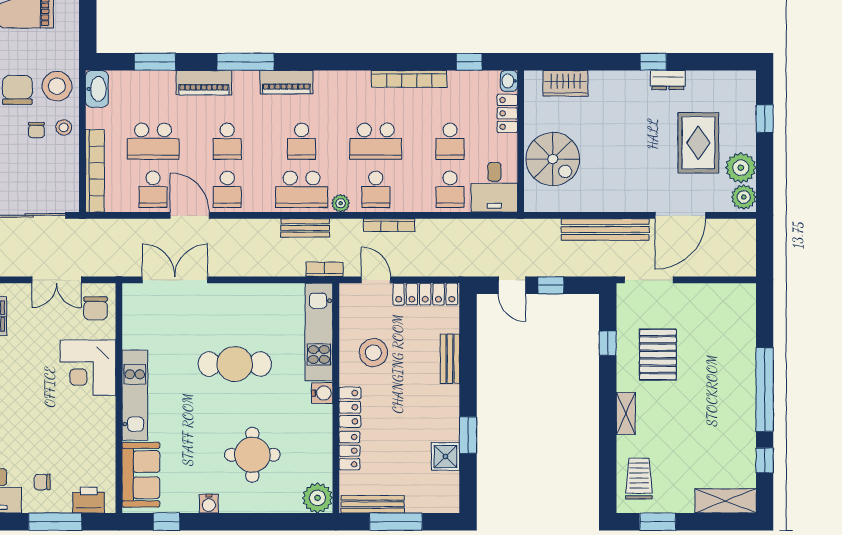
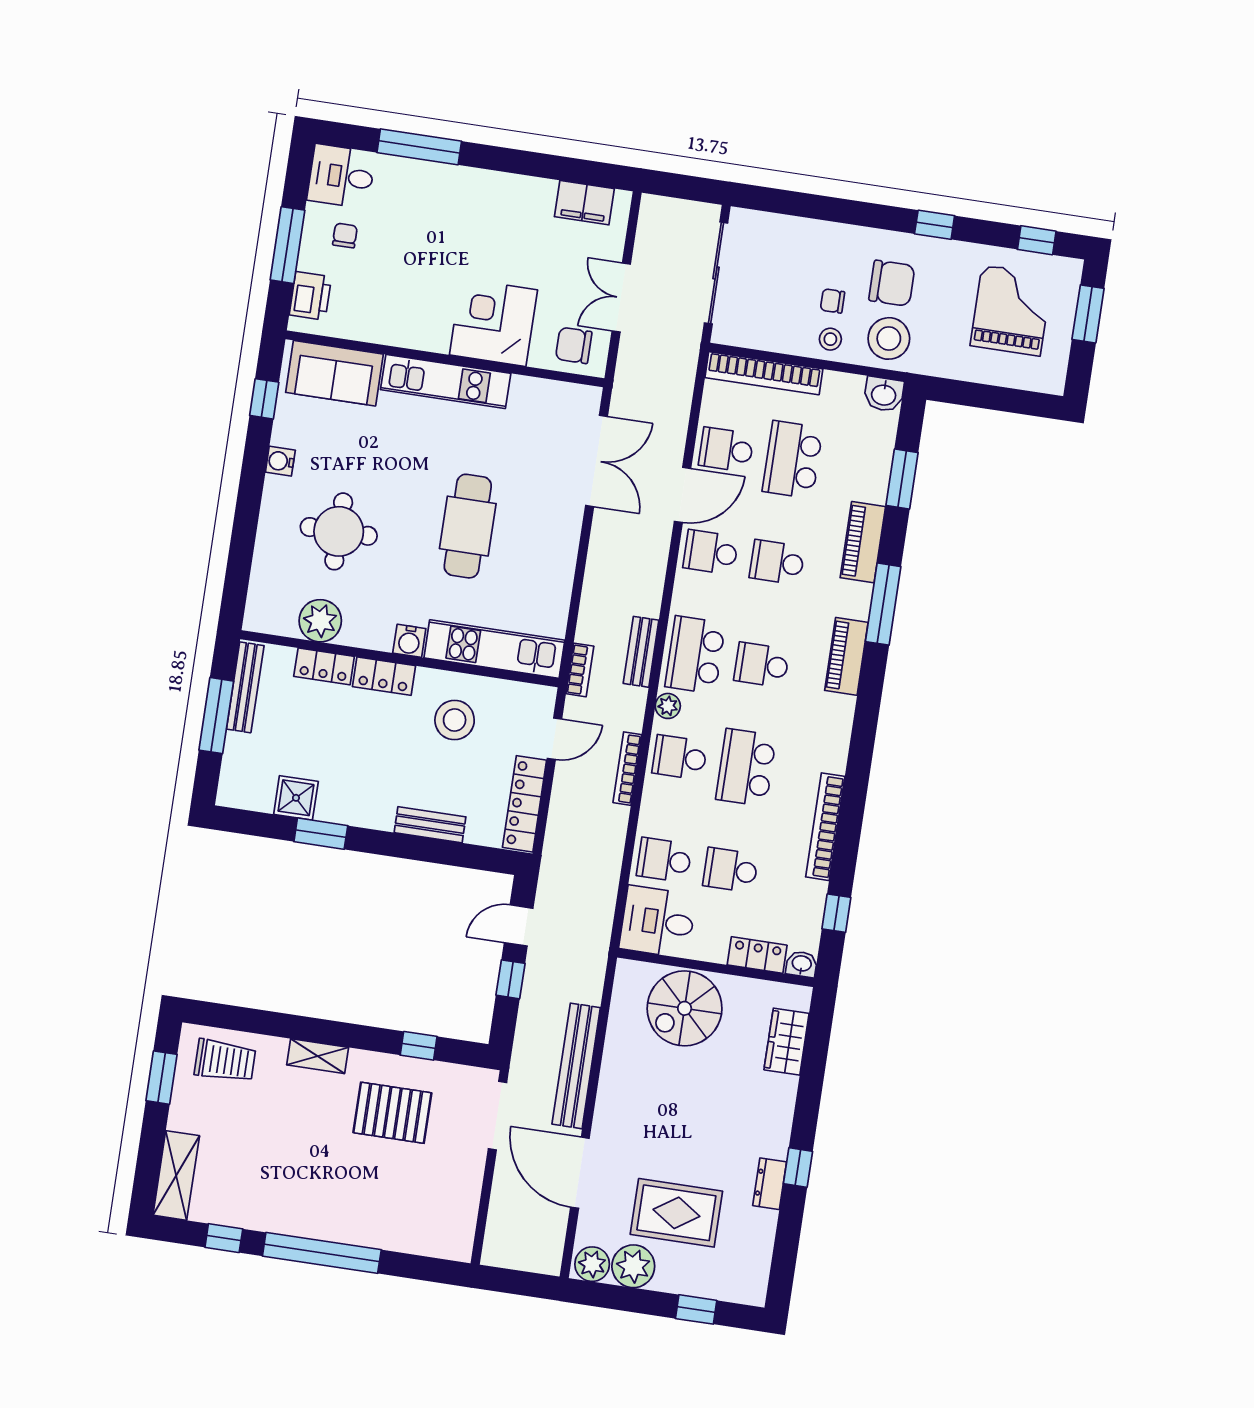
washbasin: (97, 89) -> (884, 394), width x0.72
plant: (318, 498) -> (320, 621), moved

